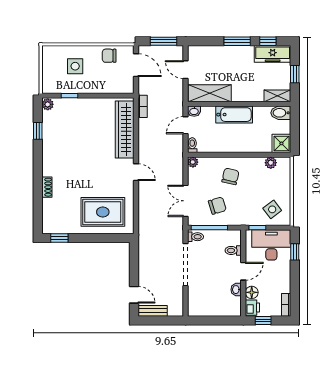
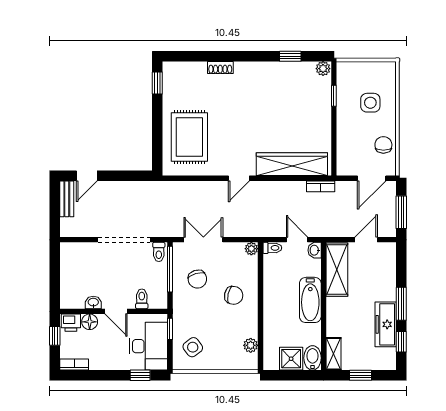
freezer: (273, 54) -> (386, 324), moved
shower: (281, 143) -> (291, 359), moved

